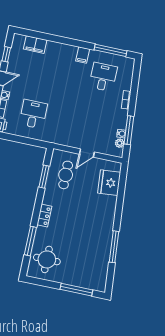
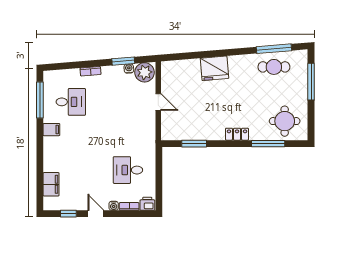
desk: (103, 77) -> (71, 102), turned 180
window: (129, 130) -> (123, 61), width x0.69
plant: (120, 143) -> (145, 72), width x1.88, depth x1.88
cafe table: (66, 175) -> (274, 67), moved
fridge: (109, 183) -> (214, 68), moved
window: (114, 247) -> (274, 49), moved

